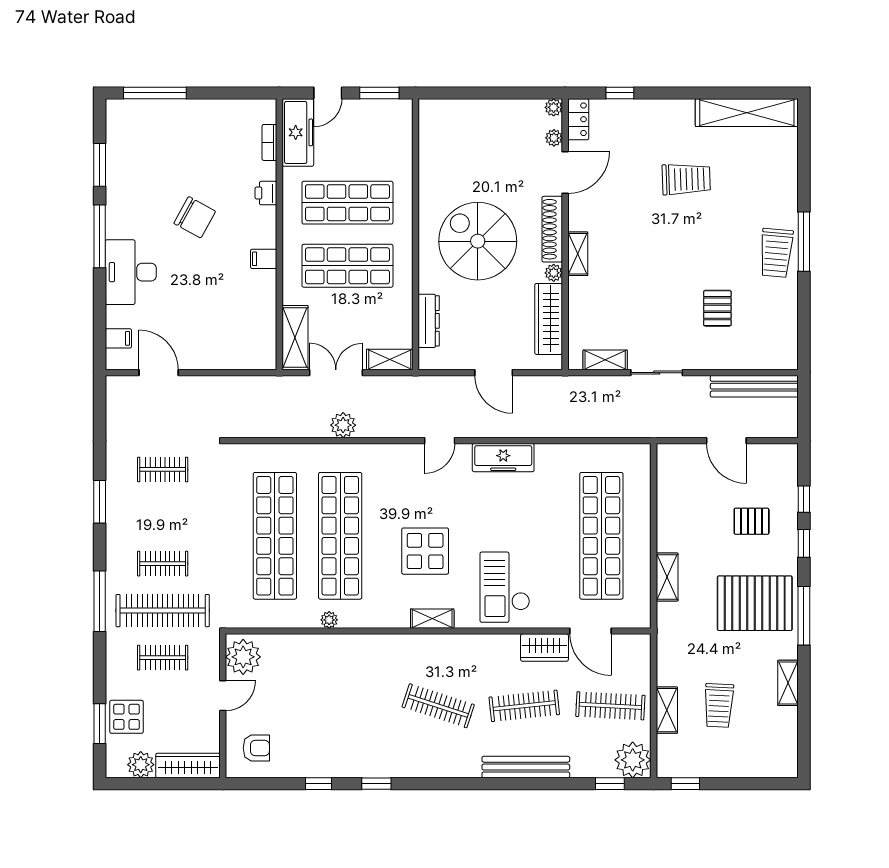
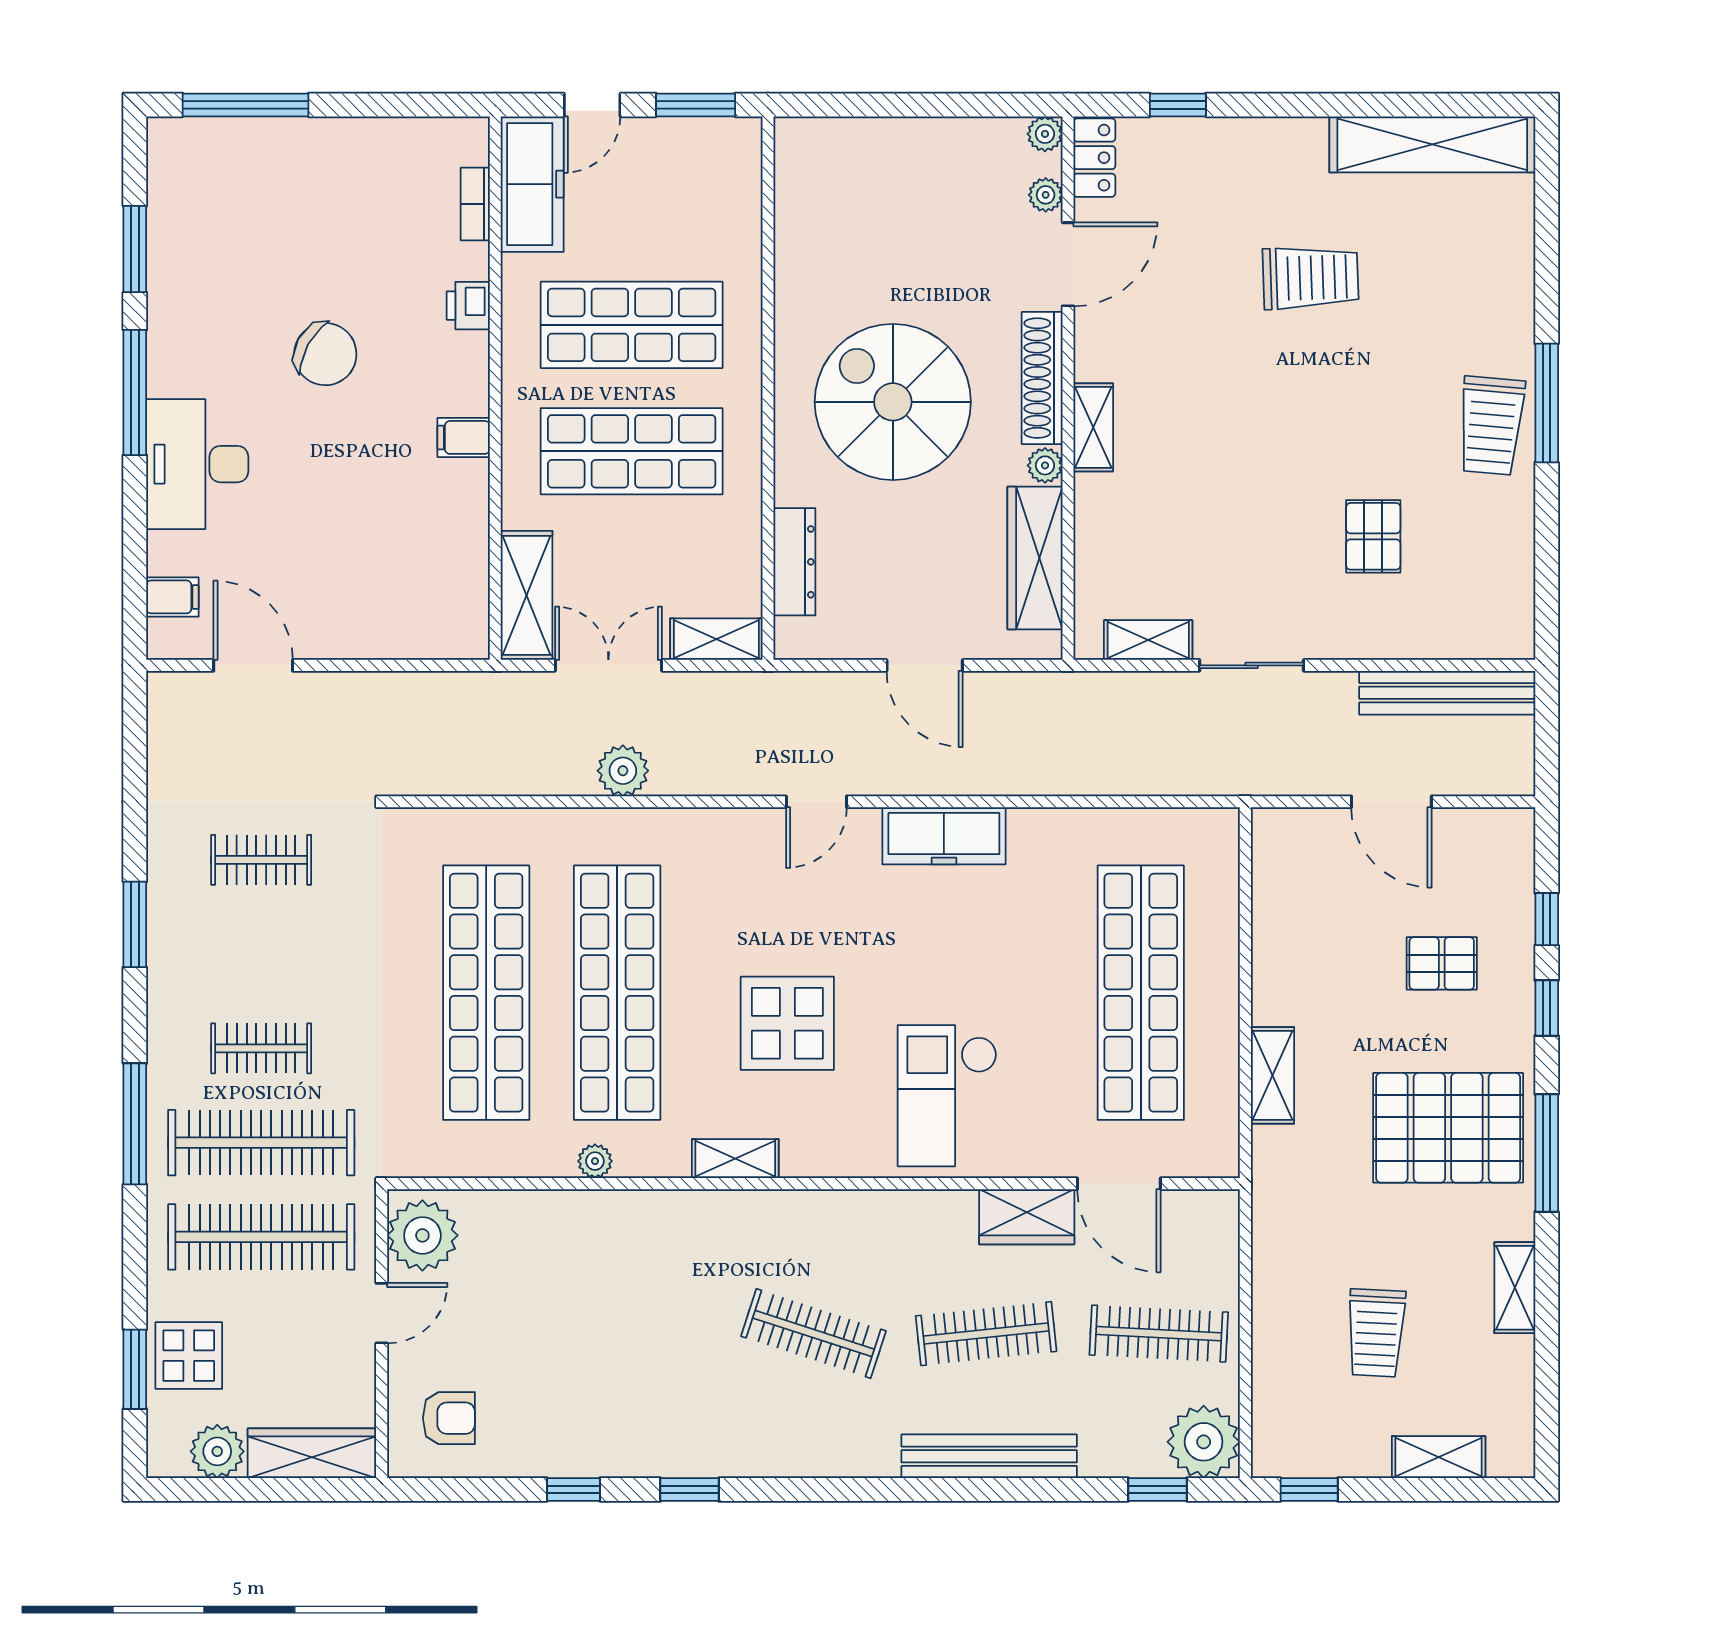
shelving: (432, 619) -> (735, 1159), moved
clothes rail: (163, 658) -> (261, 1237), width x1.86, depth x1.31
shelving: (667, 710) -> (1439, 1457), moved, turned 90

